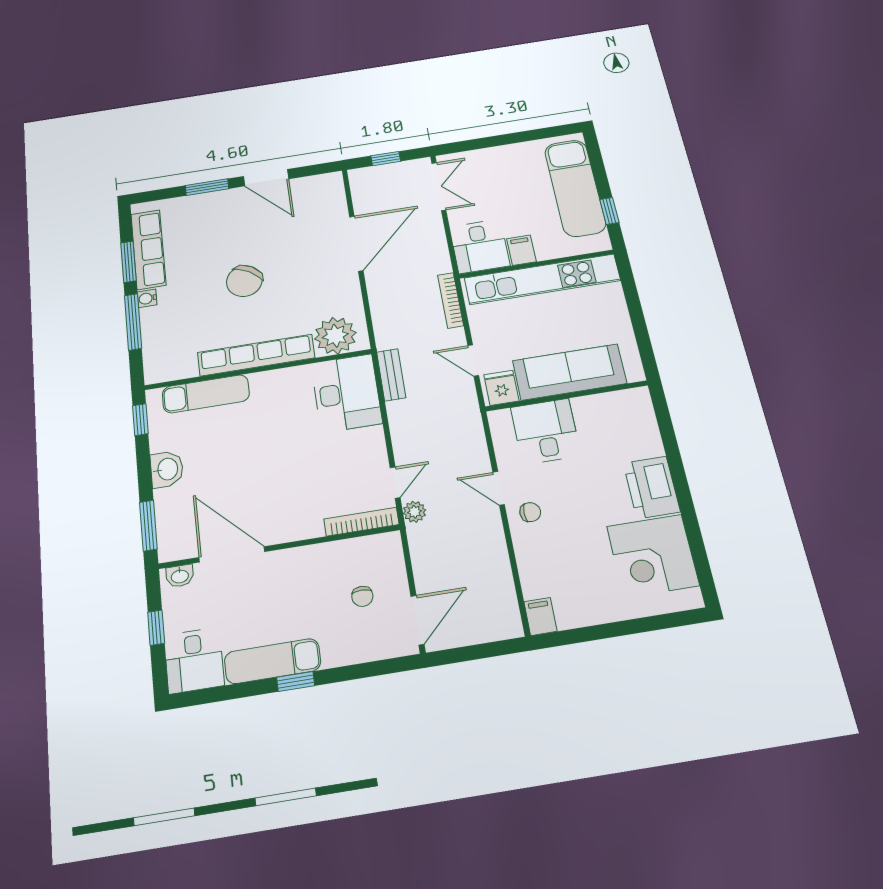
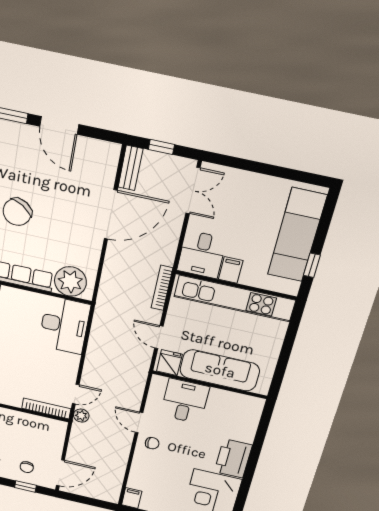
bench: (391, 375) -> (130, 168), moved
chair: (362, 596) -> (27, 467), moved
window: (372, 669) -> (25, 486), added

